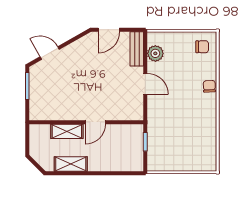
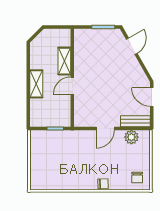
door: (95, 122) -> (72, 86), hinge flipped
shelving: (71, 164) -> (36, 84), moved

